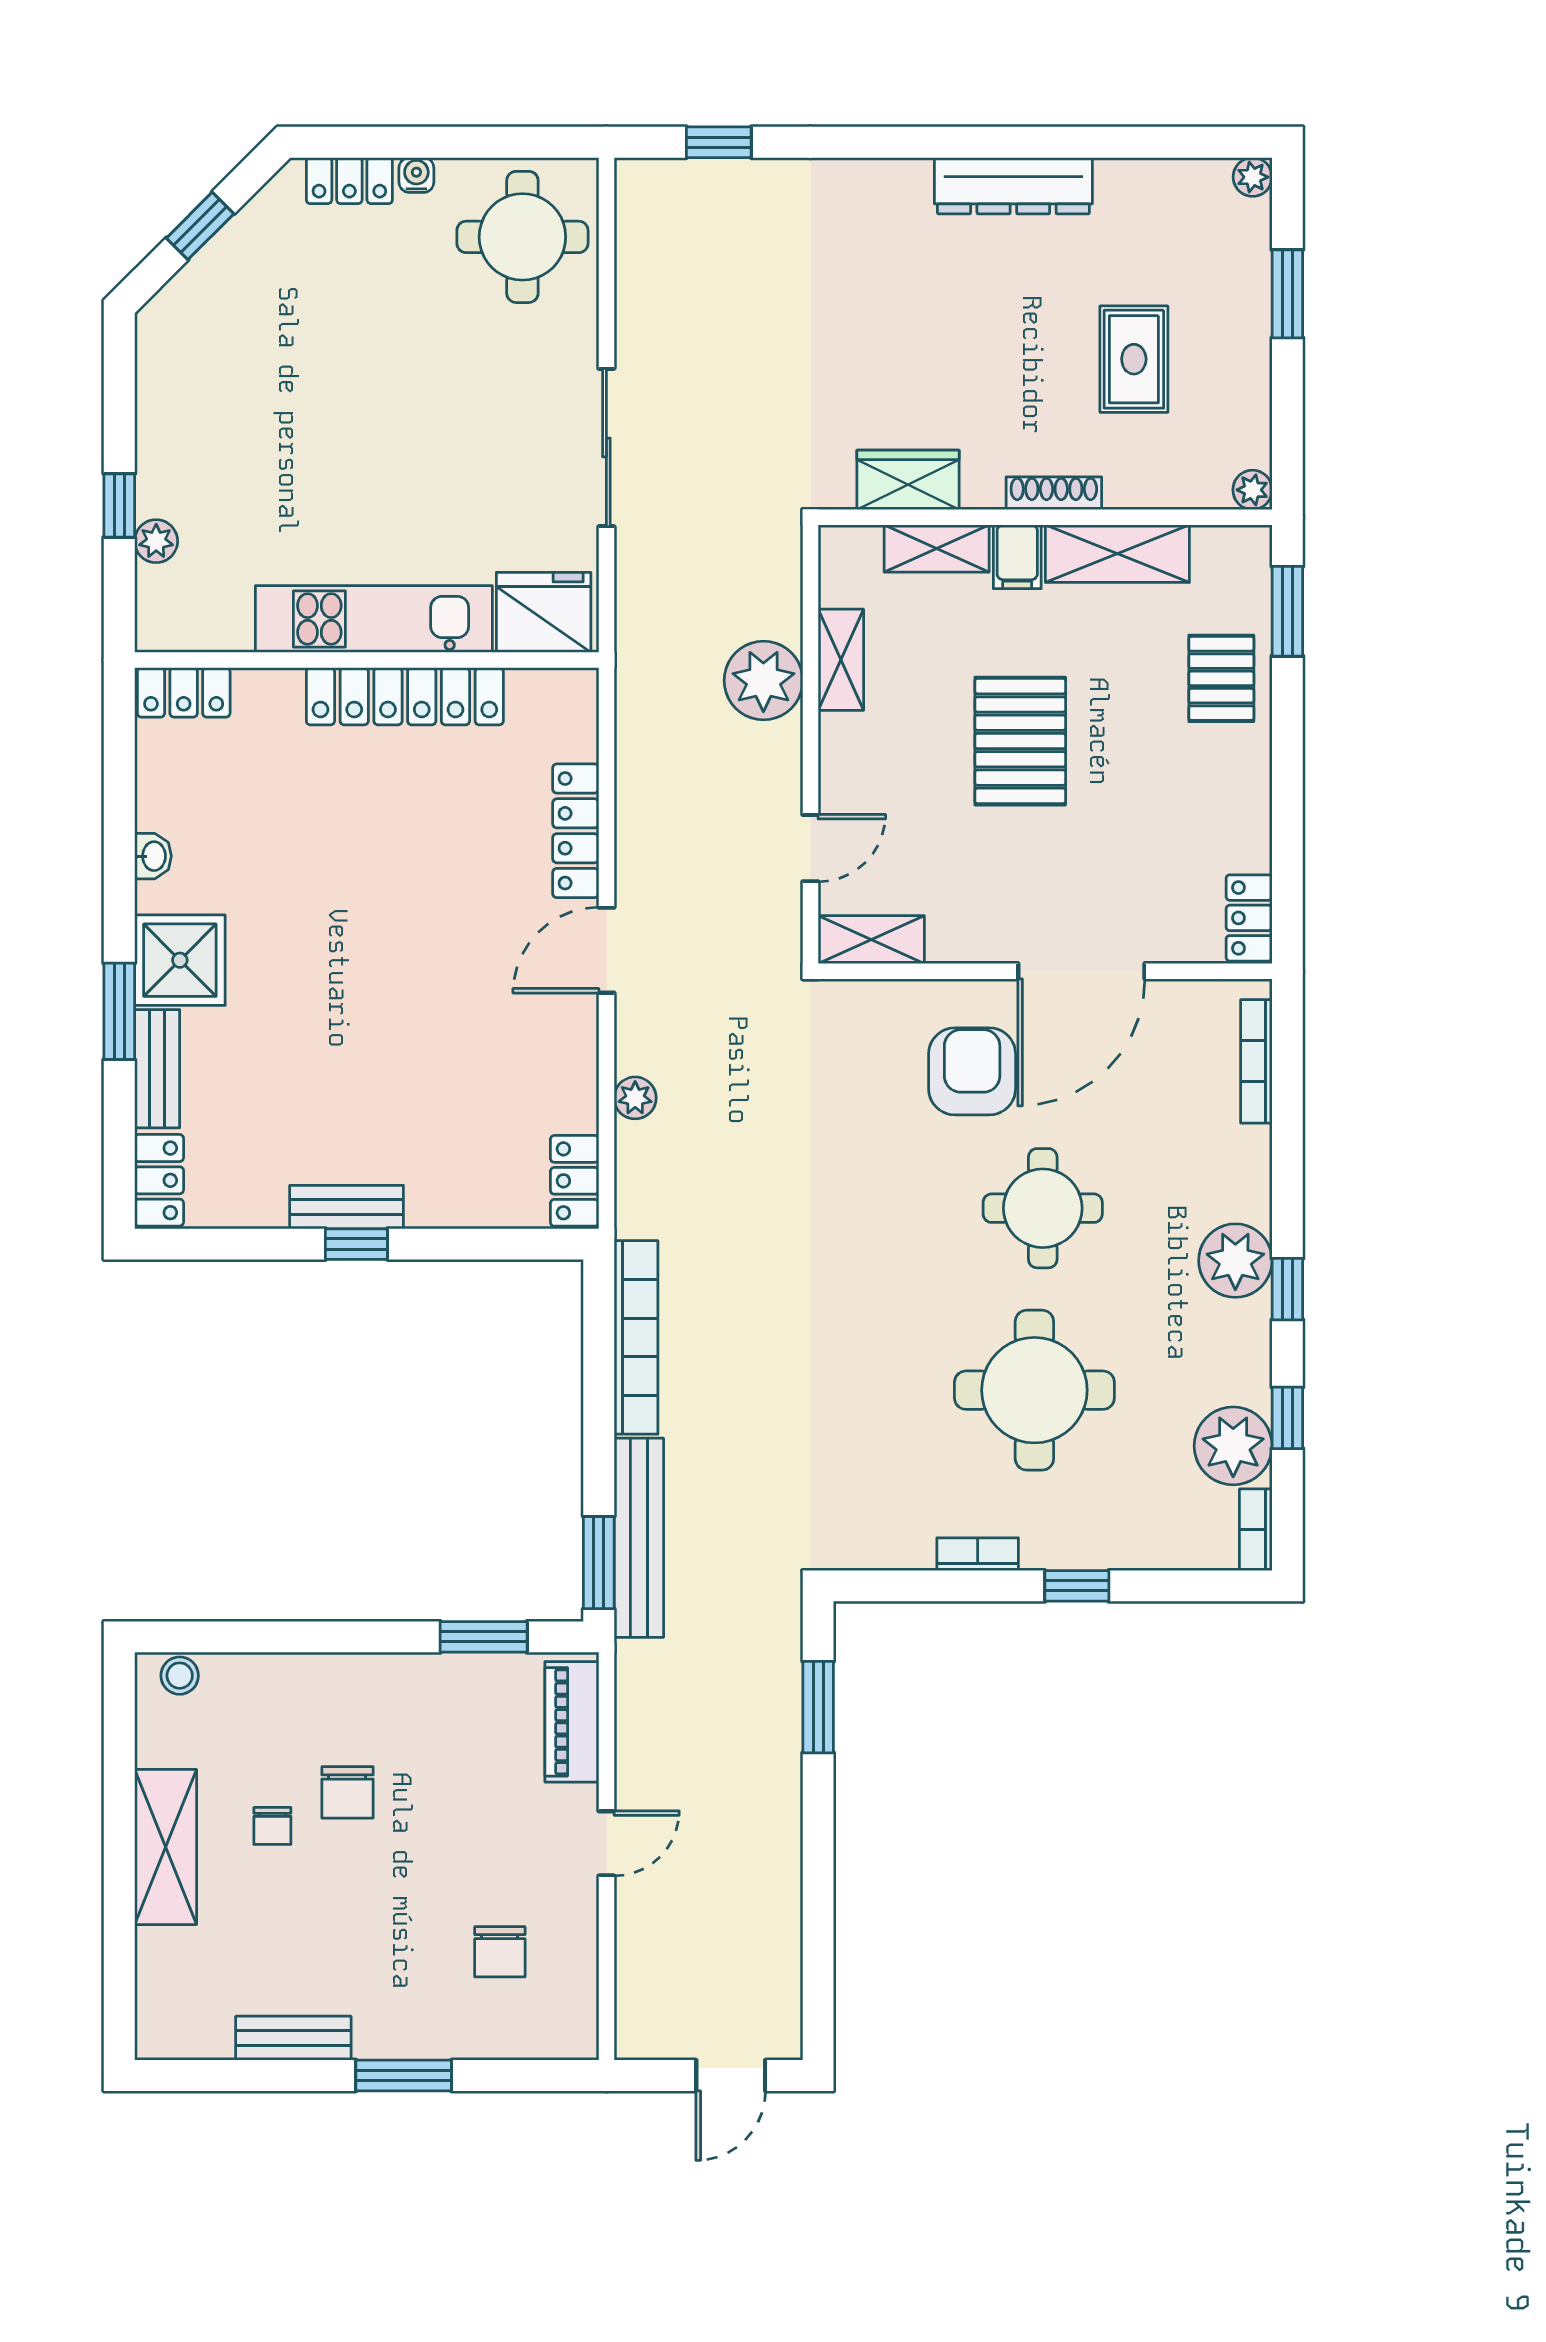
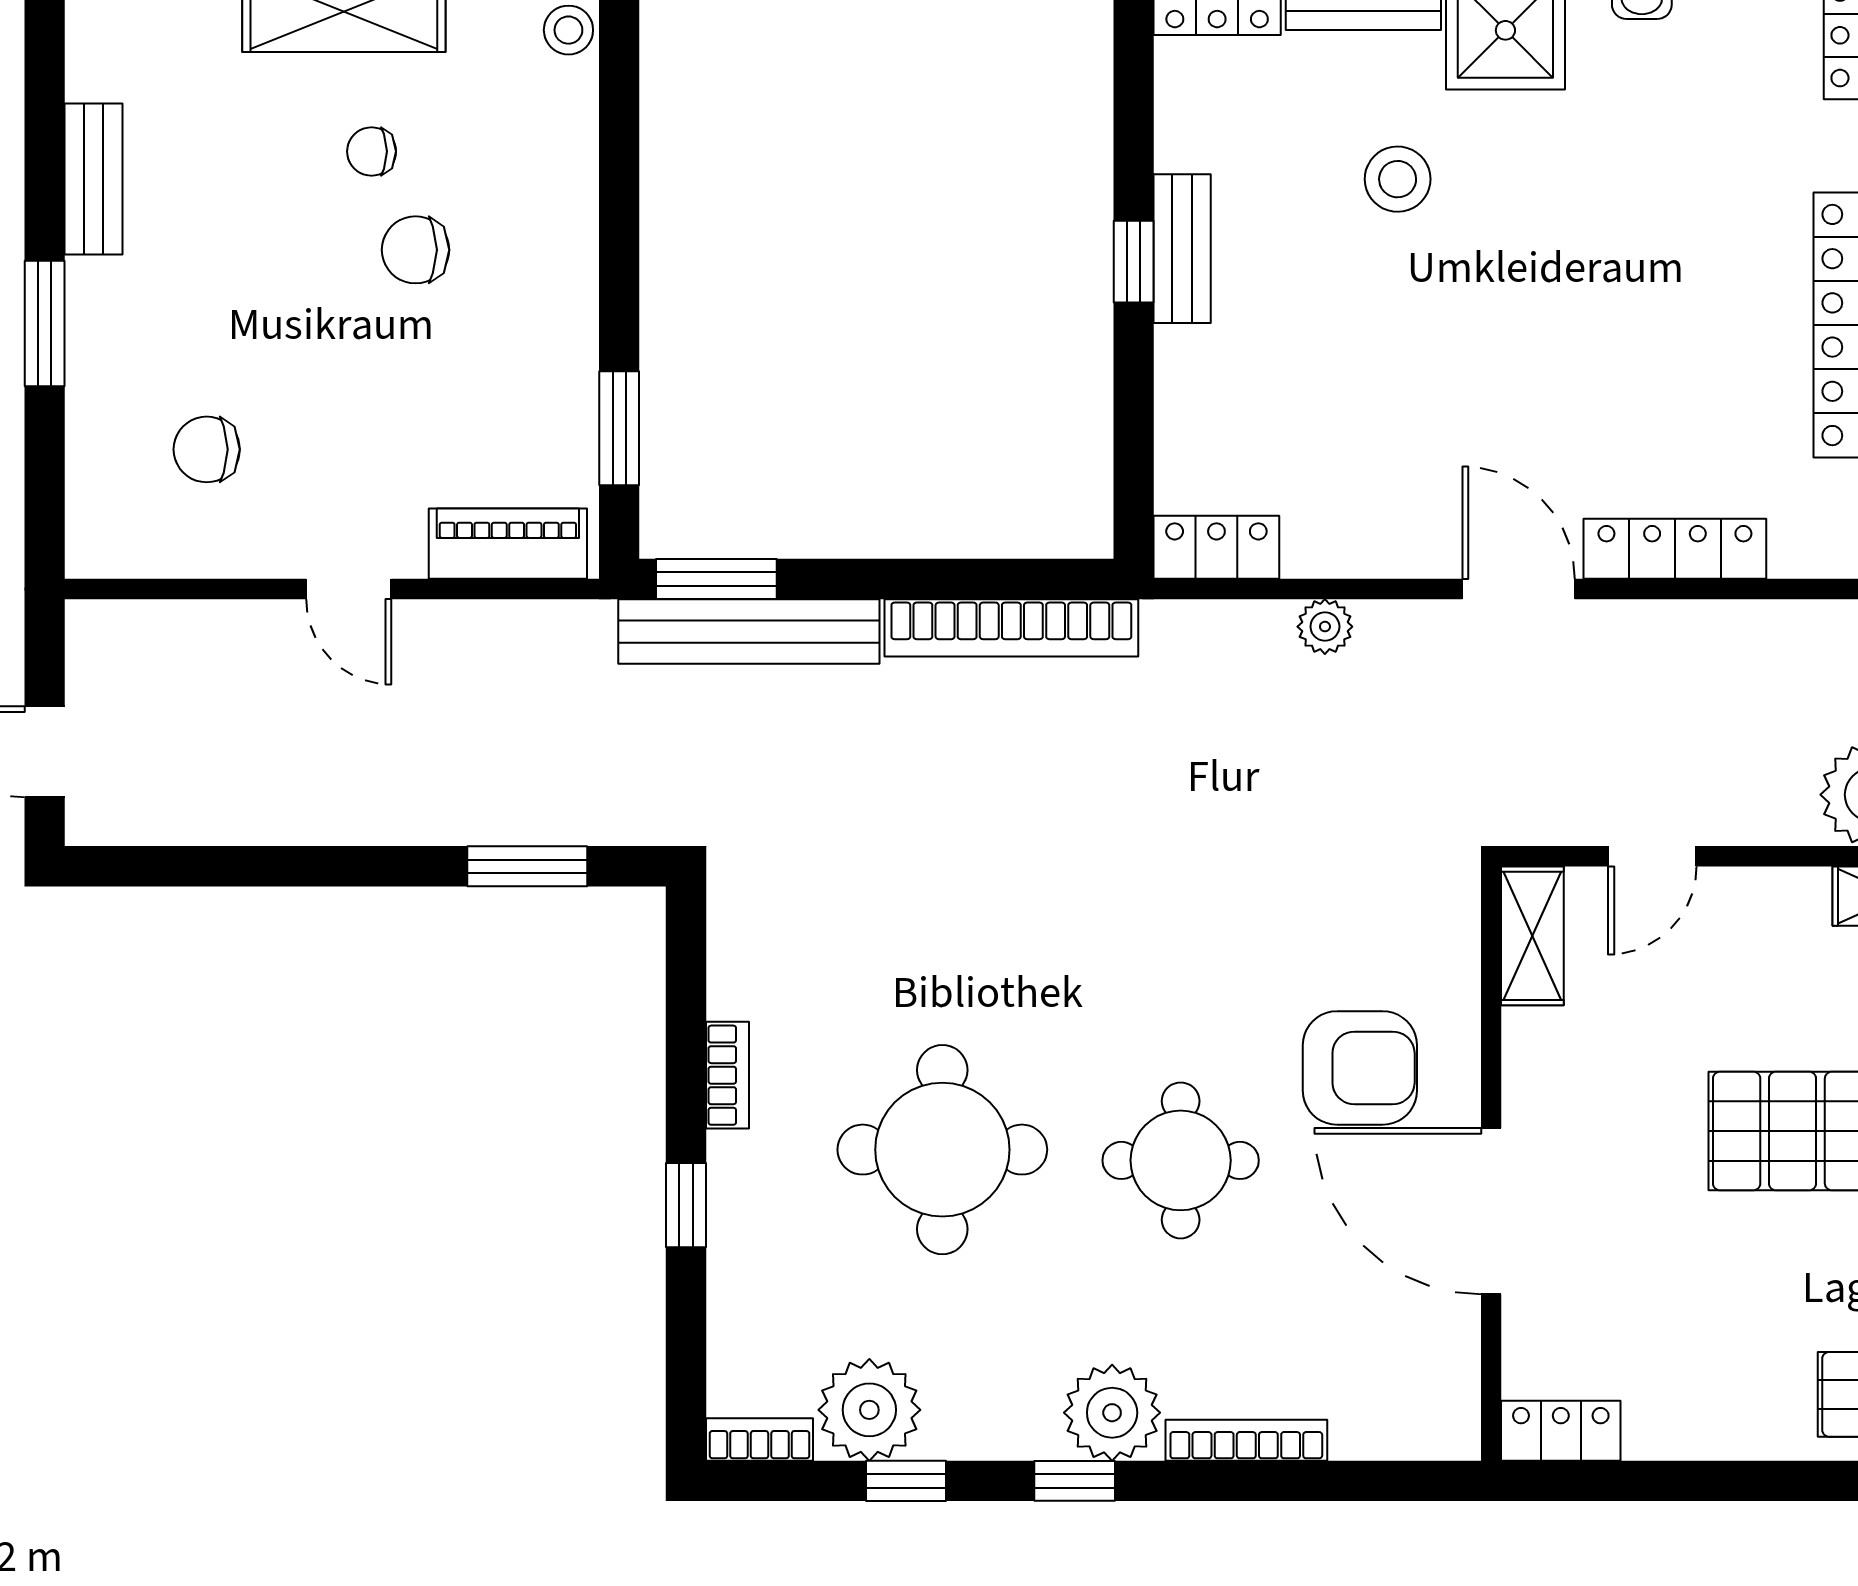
door: (810, 848) -> (1652, 856), hinge flipped
stool: (293, 1043) -> (1398, 179), added
bookcase: (1256, 1061) -> (1246, 1440), moved

